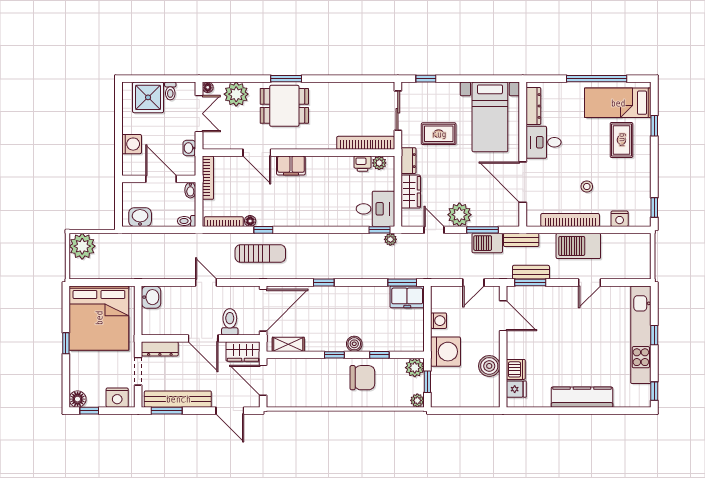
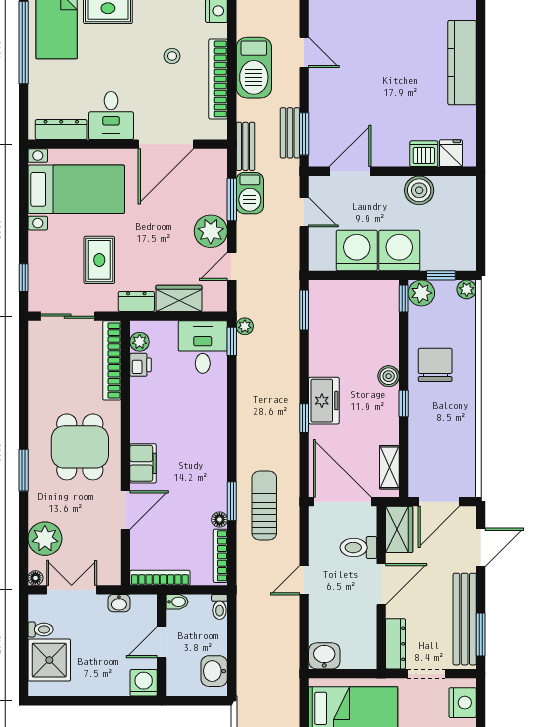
dining table: (284, 106) -> (80, 447), moved
washing machine: (132, 144) -> (144, 683), moved
door: (161, 179) -> (162, 642), width x0.73
window: (263, 230) -> (232, 501), width x1.50
freezer: (407, 297) -> (324, 401), moved
washing machine: (439, 321) -> (357, 250), width x1.89, depth x1.89
window: (379, 355) -> (404, 299), moved

